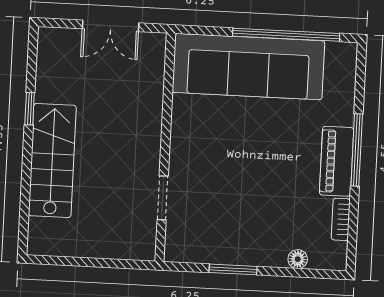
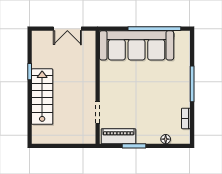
piano: (337, 161) -> (118, 136), moved, turned 90

